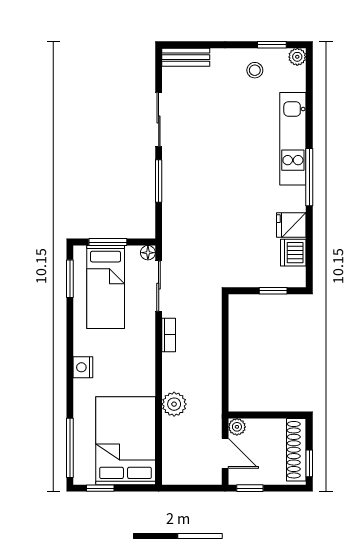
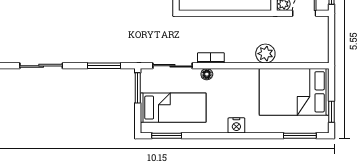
window: (159, 181) -> (104, 66), moved
window: (108, 242) -> (138, 88), moved
floor lamp: (148, 253) -> (207, 74), moved
window: (70, 448) -> (300, 136), width x0.69

